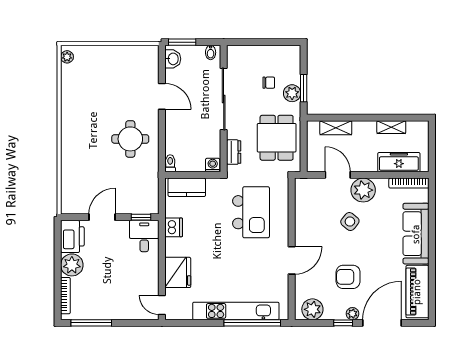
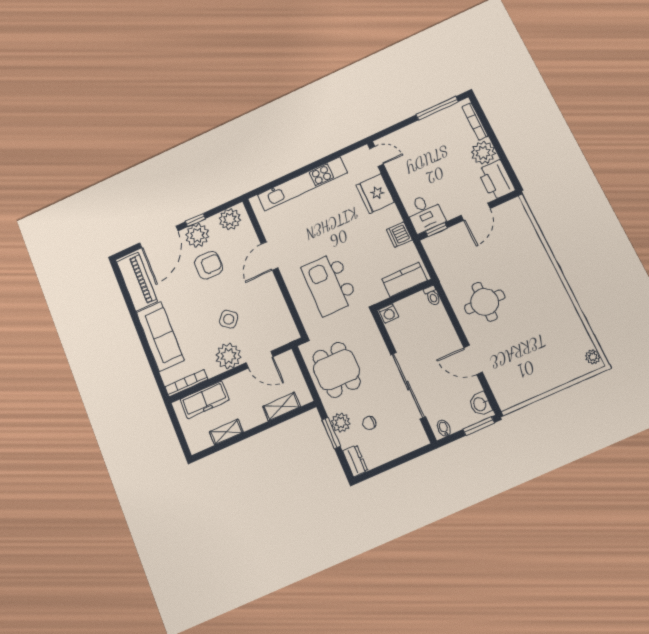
dresser: (234, 152) -> (355, 461), moved, turned 180
plant: (352, 314) -> (197, 235), width x1.88, depth x1.88
window: (252, 323) -> (282, 180), removed

